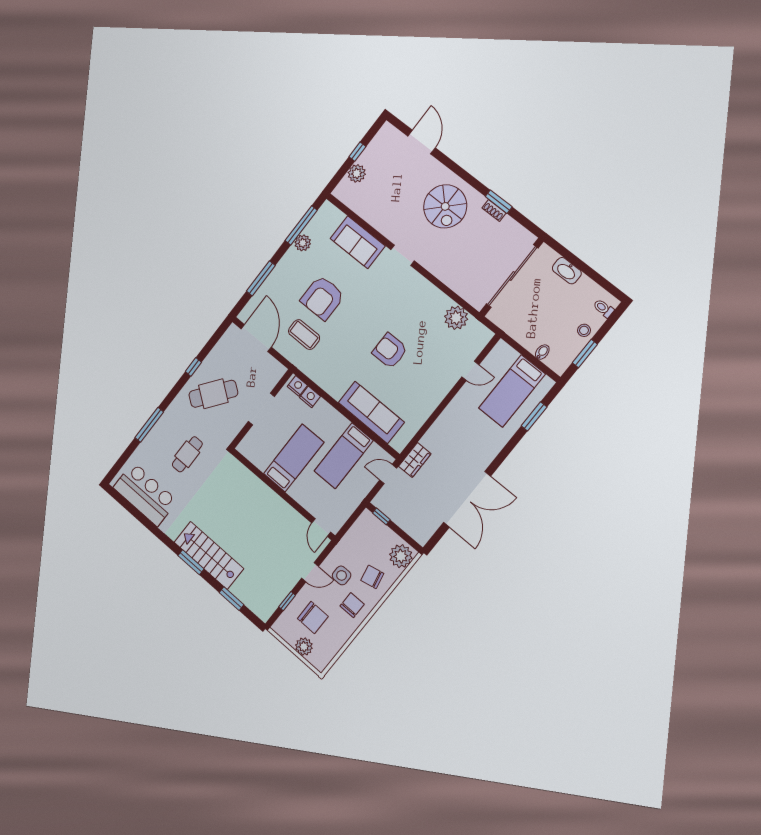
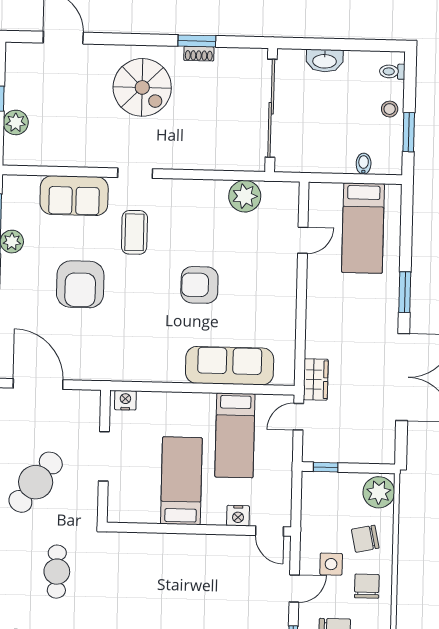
coffee table: (304, 335) -> (134, 232), moved, turned 90
nightstand: (310, 397) -> (238, 516), moved, turned 180
window: (534, 416) -> (405, 292), moved

